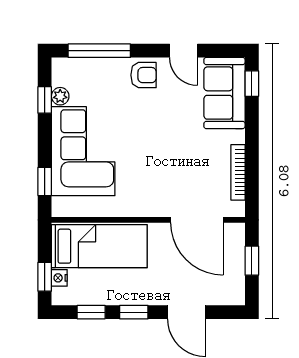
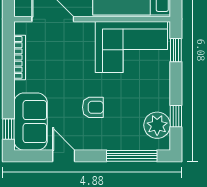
armchair: (144, 75) -> (93, 107), moved, turned 180
plant: (60, 96) -> (157, 125), width x1.88, depth x1.88
corner sofa: (83, 151) -> (131, 47), moved, turned -90

